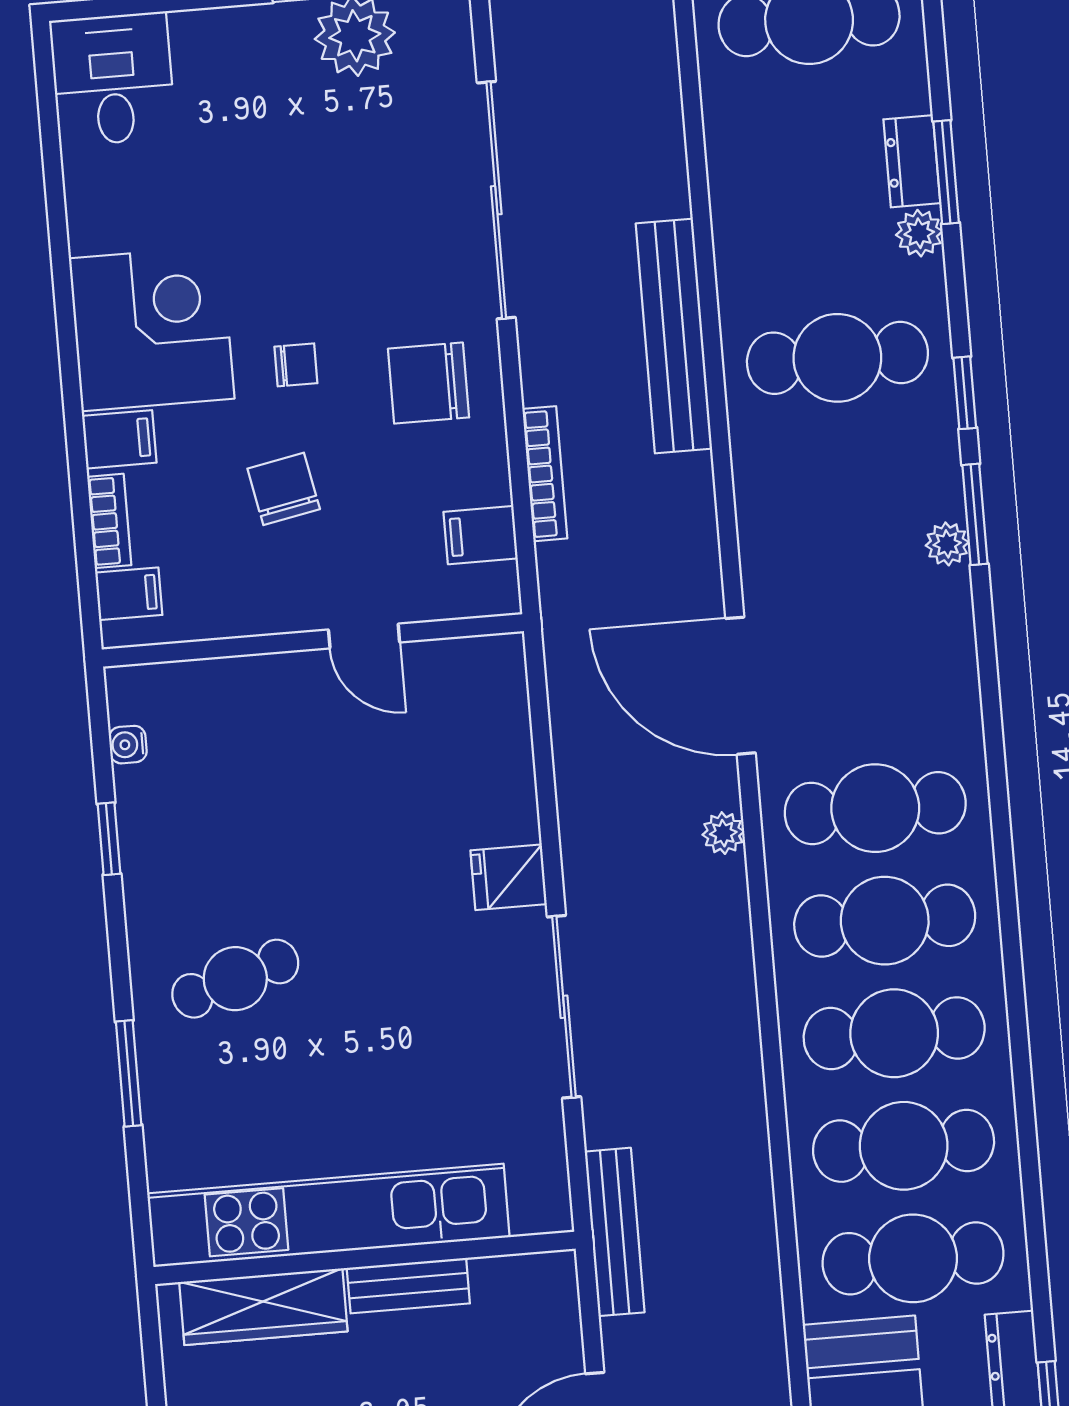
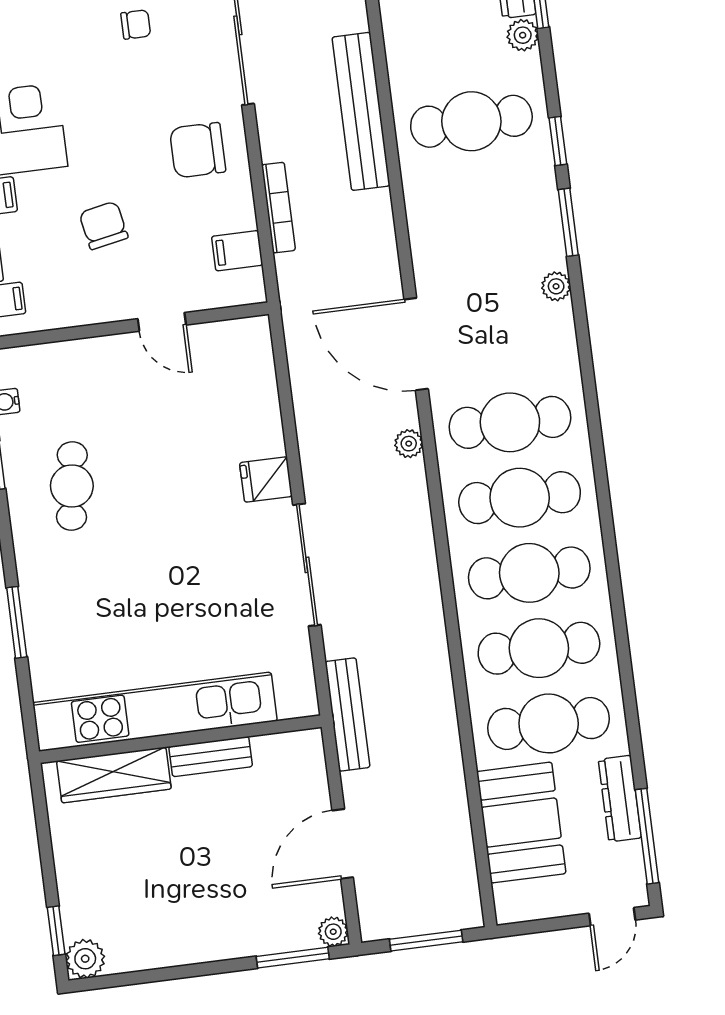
chair: (296, 365) -> (136, 24), moved
plant: (947, 544) -> (556, 286), moved
cafe table: (235, 979) -> (72, 486), moved, turned -65

